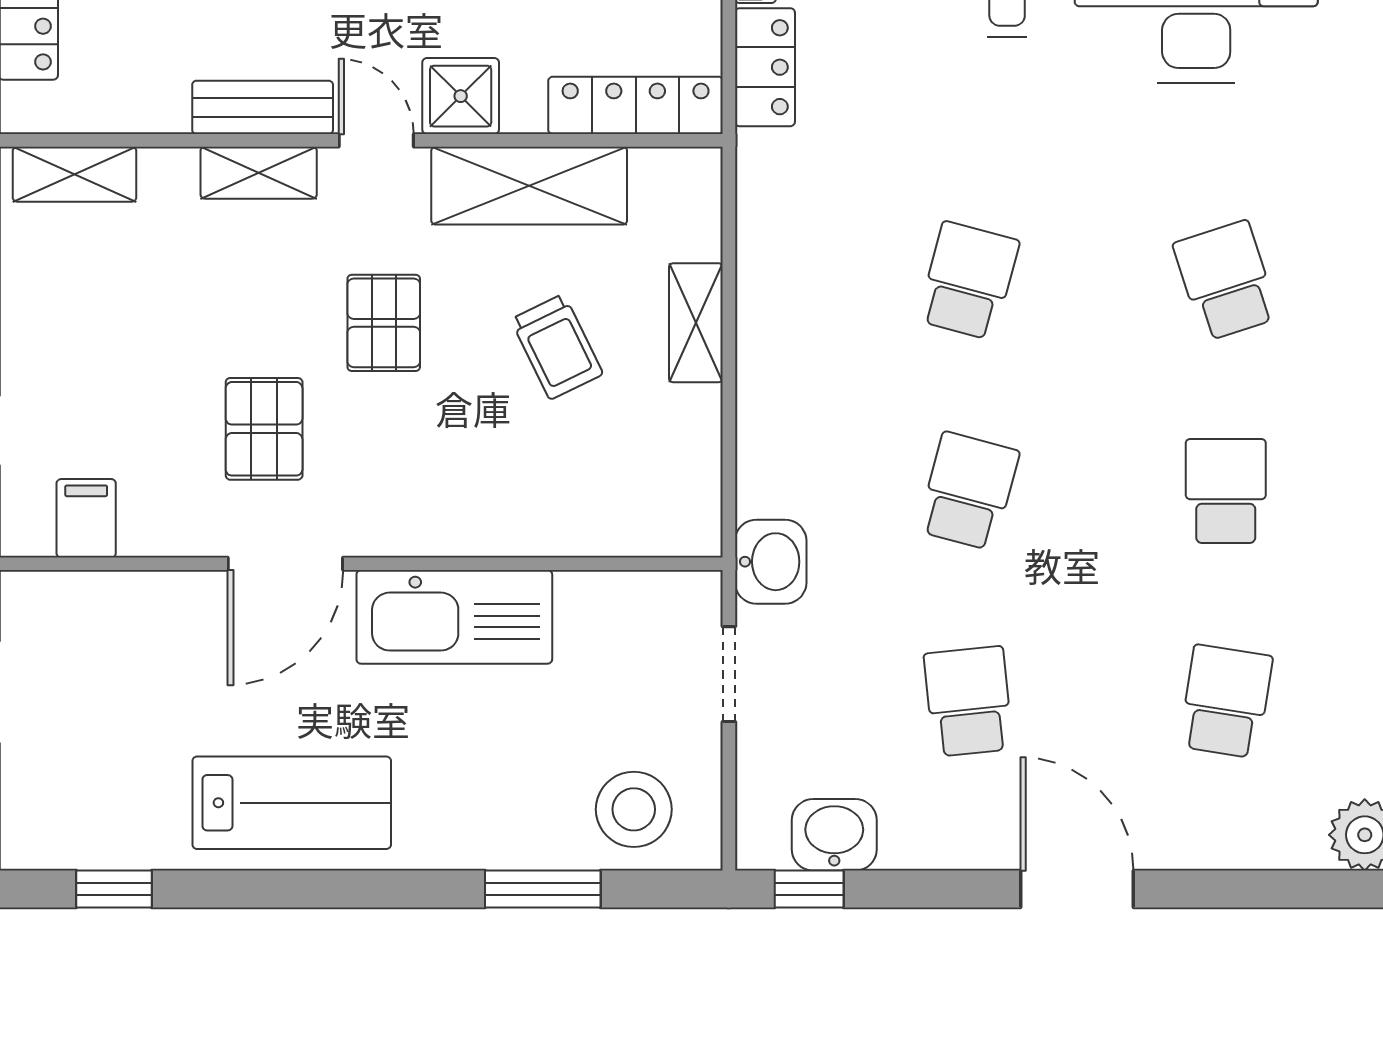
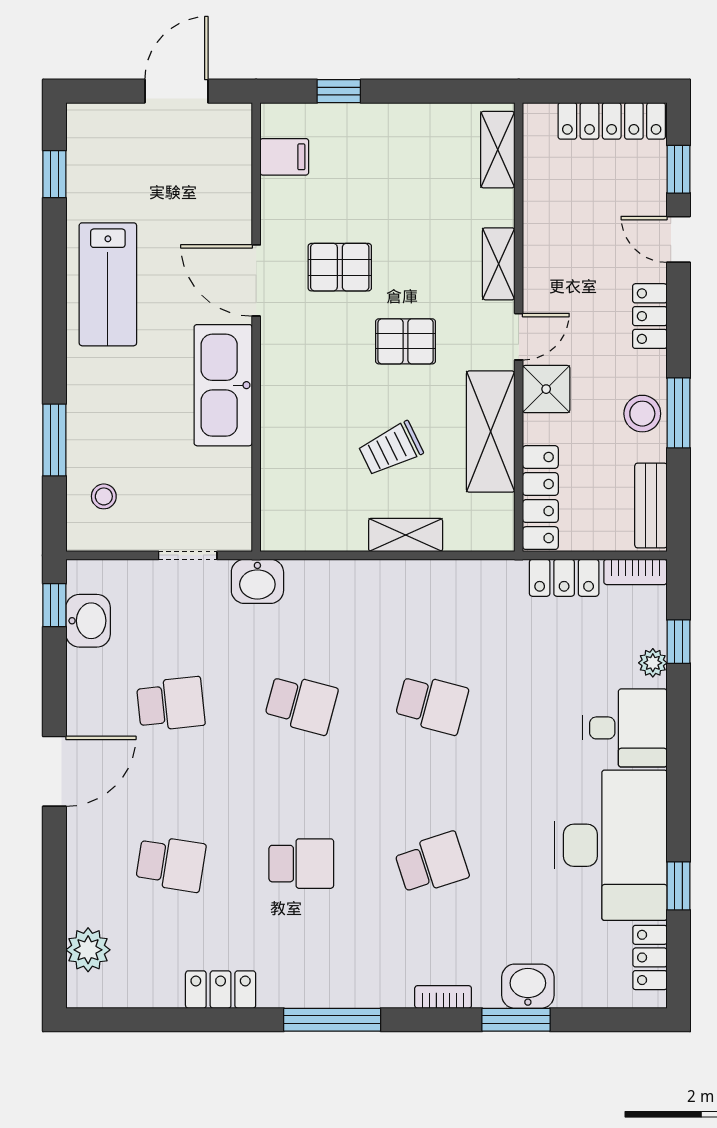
bench: (263, 107) -> (539, 266), removed
stool: (634, 809) -> (104, 496), width x0.53, depth x0.53

